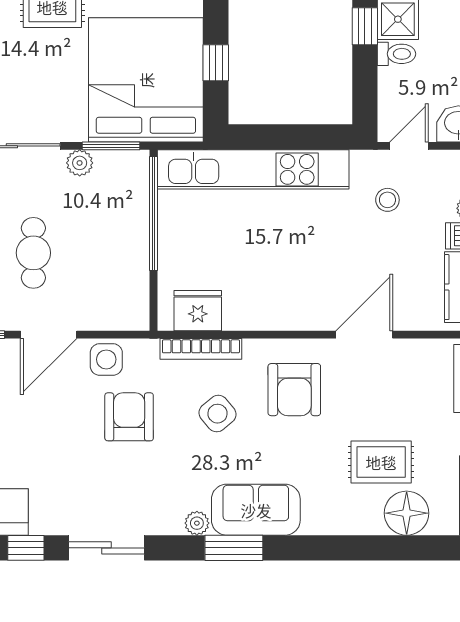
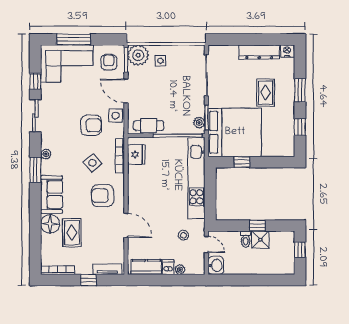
plant: (80, 163) -> (199, 123), moved
cafe table: (33, 253) -> (149, 126), moved
sofa: (256, 510) -> (52, 194), moved
floor lamp: (407, 513) -> (50, 224), moved

